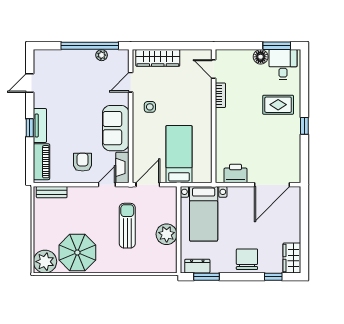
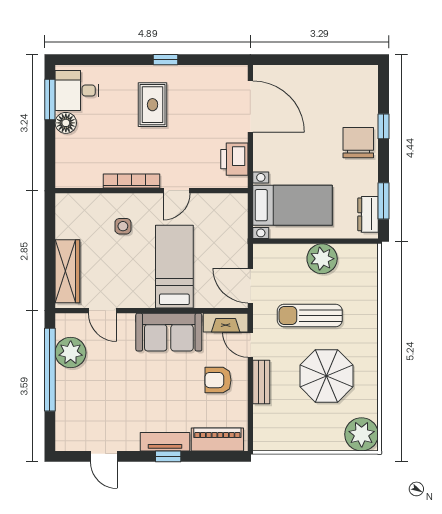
plant: (102, 55) -> (71, 353), width x1.87, depth x1.87
door: (214, 69) -> (177, 191), moved
bookcase: (220, 95) -> (131, 181), width x1.56
rug: (278, 105) -> (153, 105), moved
side table: (150, 107) -> (123, 226), moved
bed: (179, 154) -> (174, 267), moved, turned 90
bench: (52, 192) -> (261, 382), moved
parasol: (77, 253) -> (326, 376), moved
wardrobe: (292, 258) -> (356, 78), removed
chair: (247, 259) -> (358, 143), turned 90
window: (273, 277) -> (384, 126), moved

